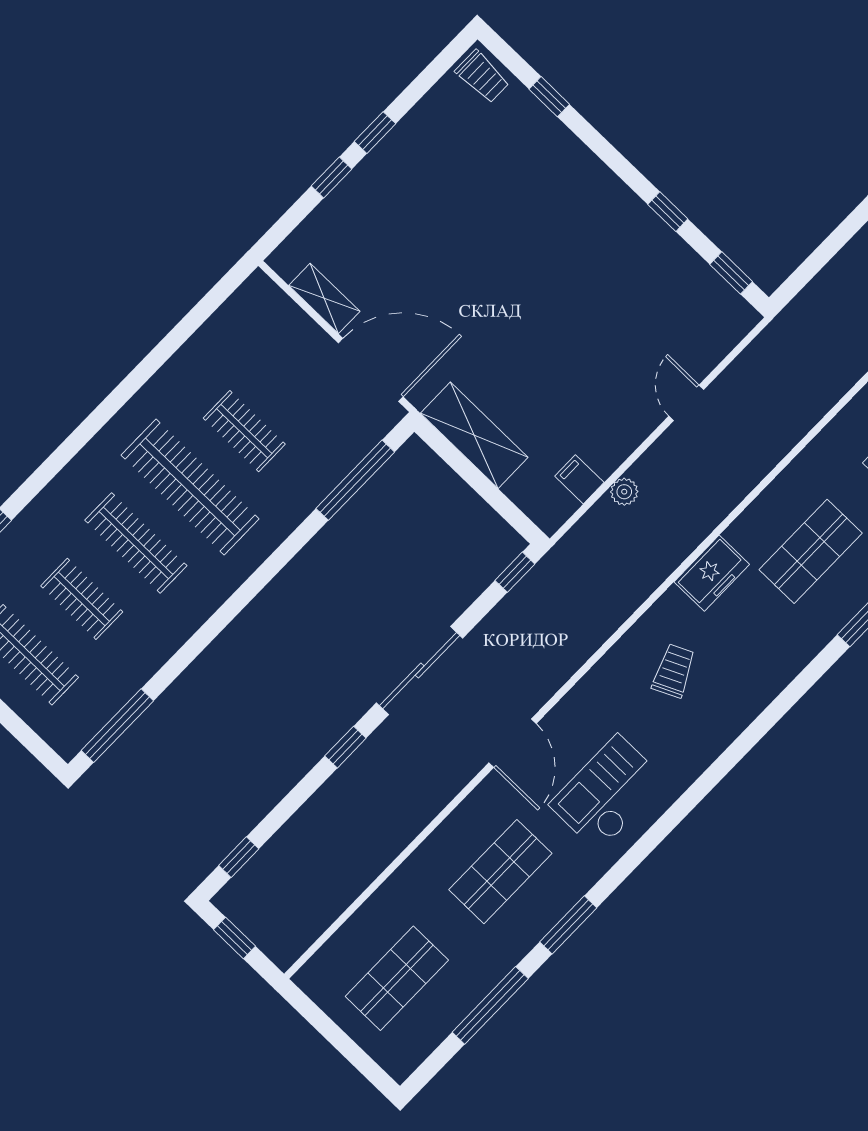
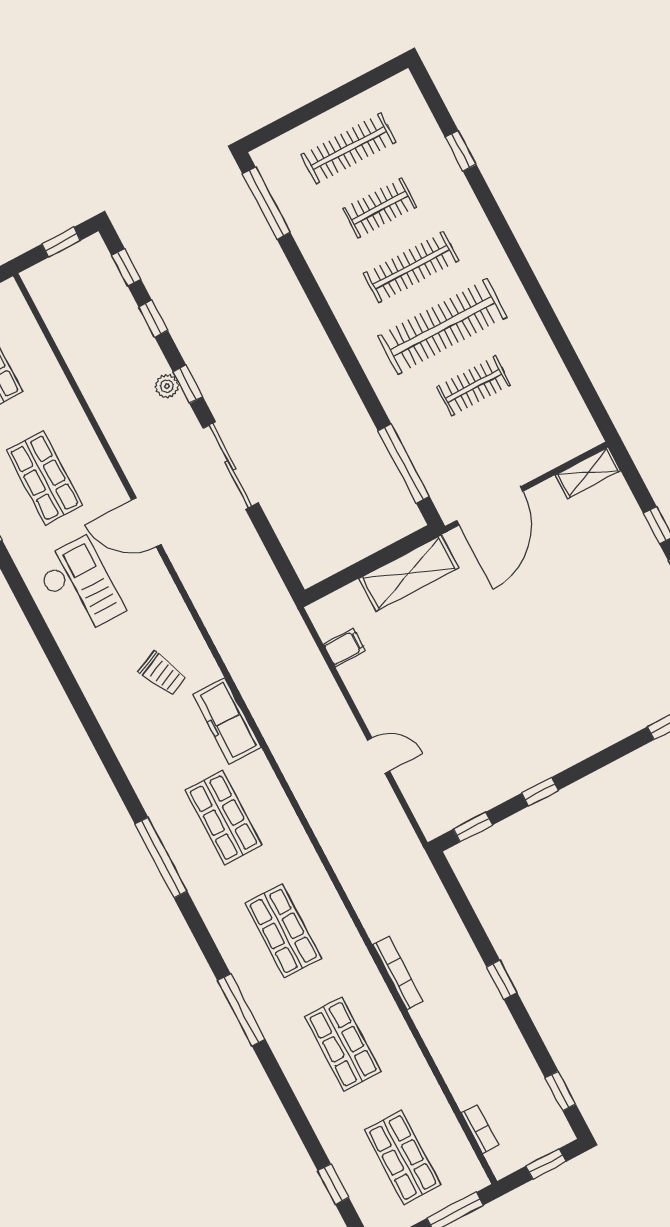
shelving: (324, 298) -> (588, 473), moved
plant: (624, 492) -> (167, 386), moved
window: (515, 572) -> (153, 319), moved
freezer: (712, 573) -> (227, 721), width x1.40

